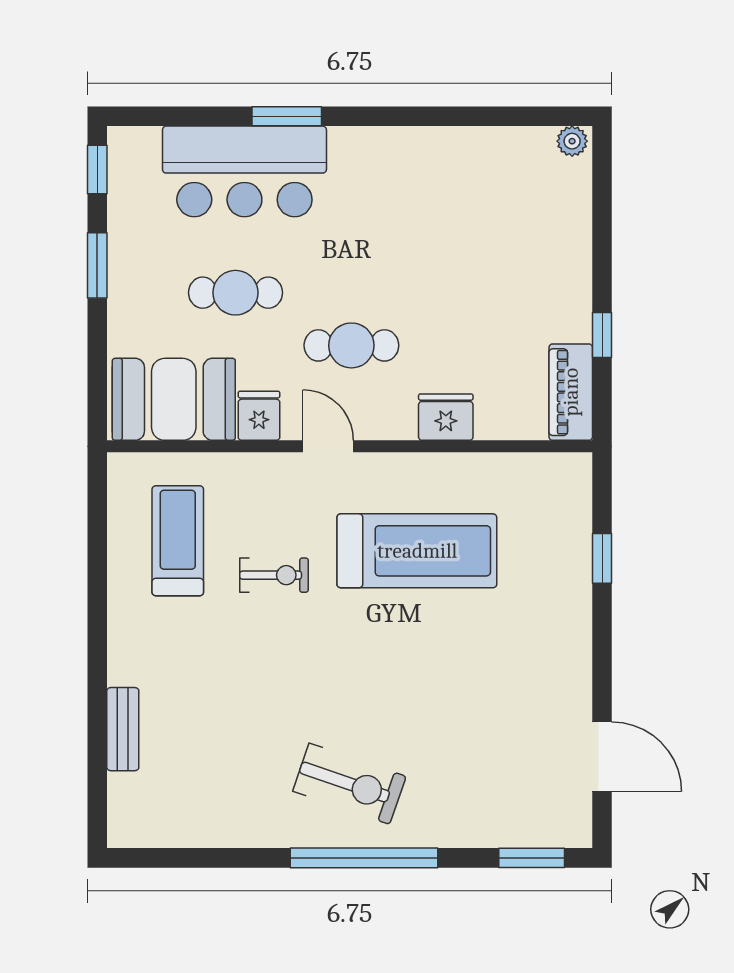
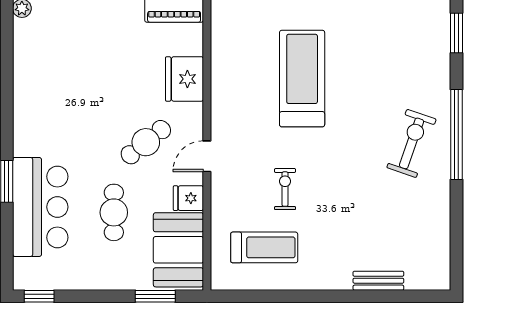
window: (97, 265) -> (155, 296), moved
cafe table: (351, 345) -> (146, 142), turned 51
fridge: (446, 417) -> (184, 79), width x1.36, depth x1.34
treadmill: (178, 541) -> (264, 247), turned 180
treadmill: (417, 551) -> (302, 79), moved

